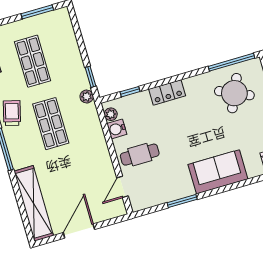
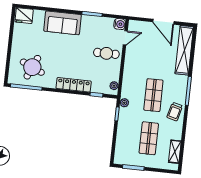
locker: (167, 92) -> (74, 85), width x1.53
water cooler: (117, 129) -> (120, 24), moved
door: (79, 231) -> (163, 22), hinge flipped

